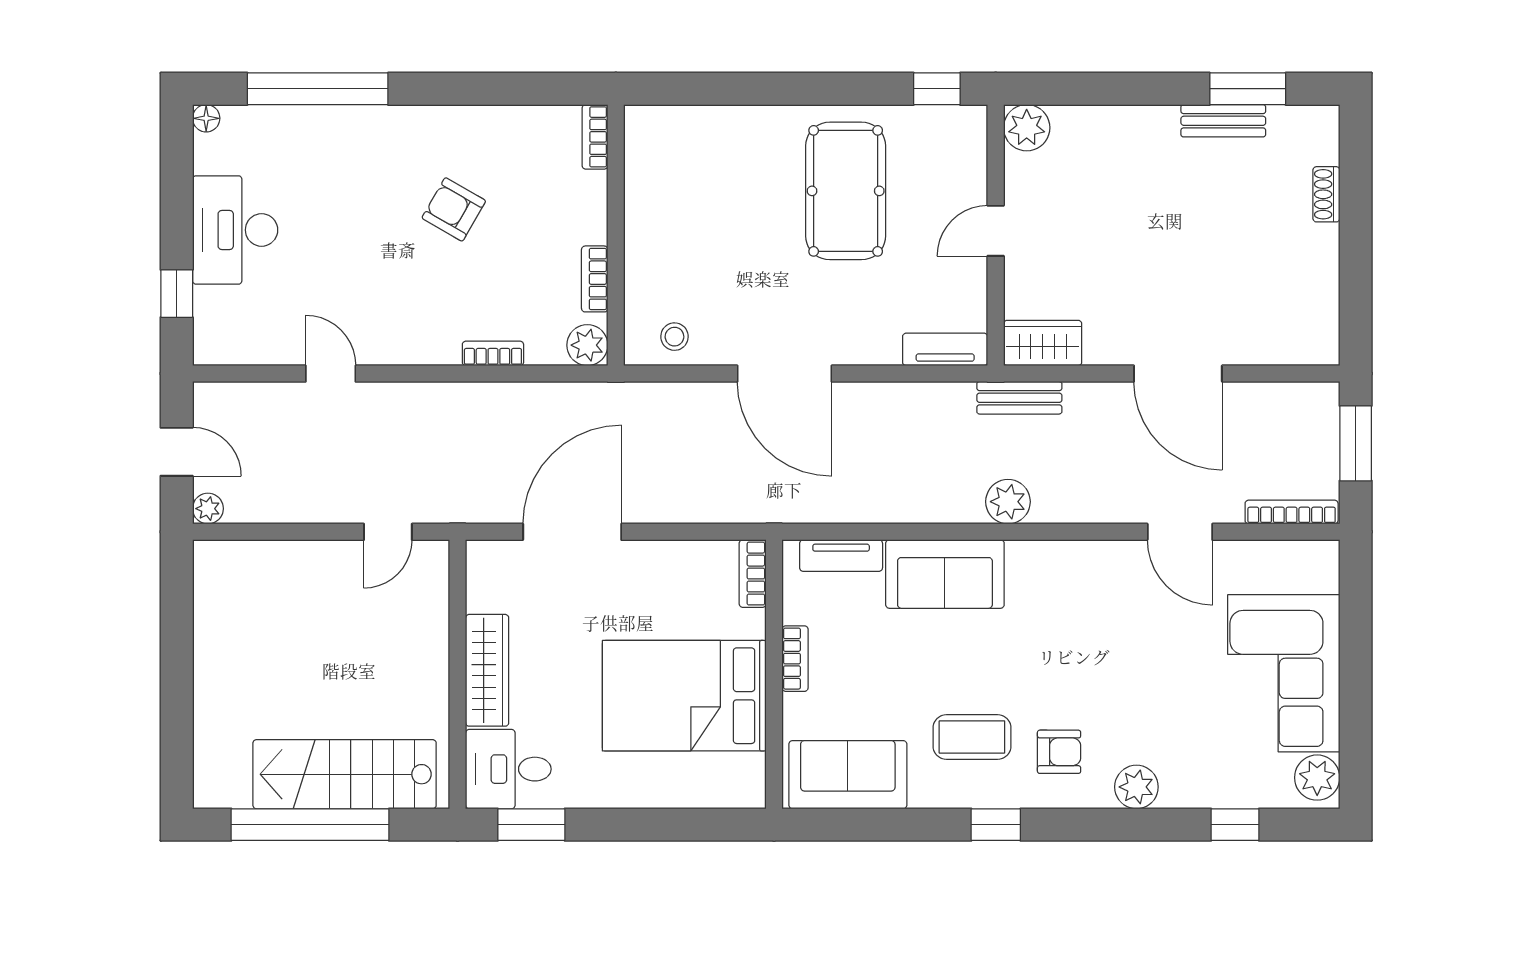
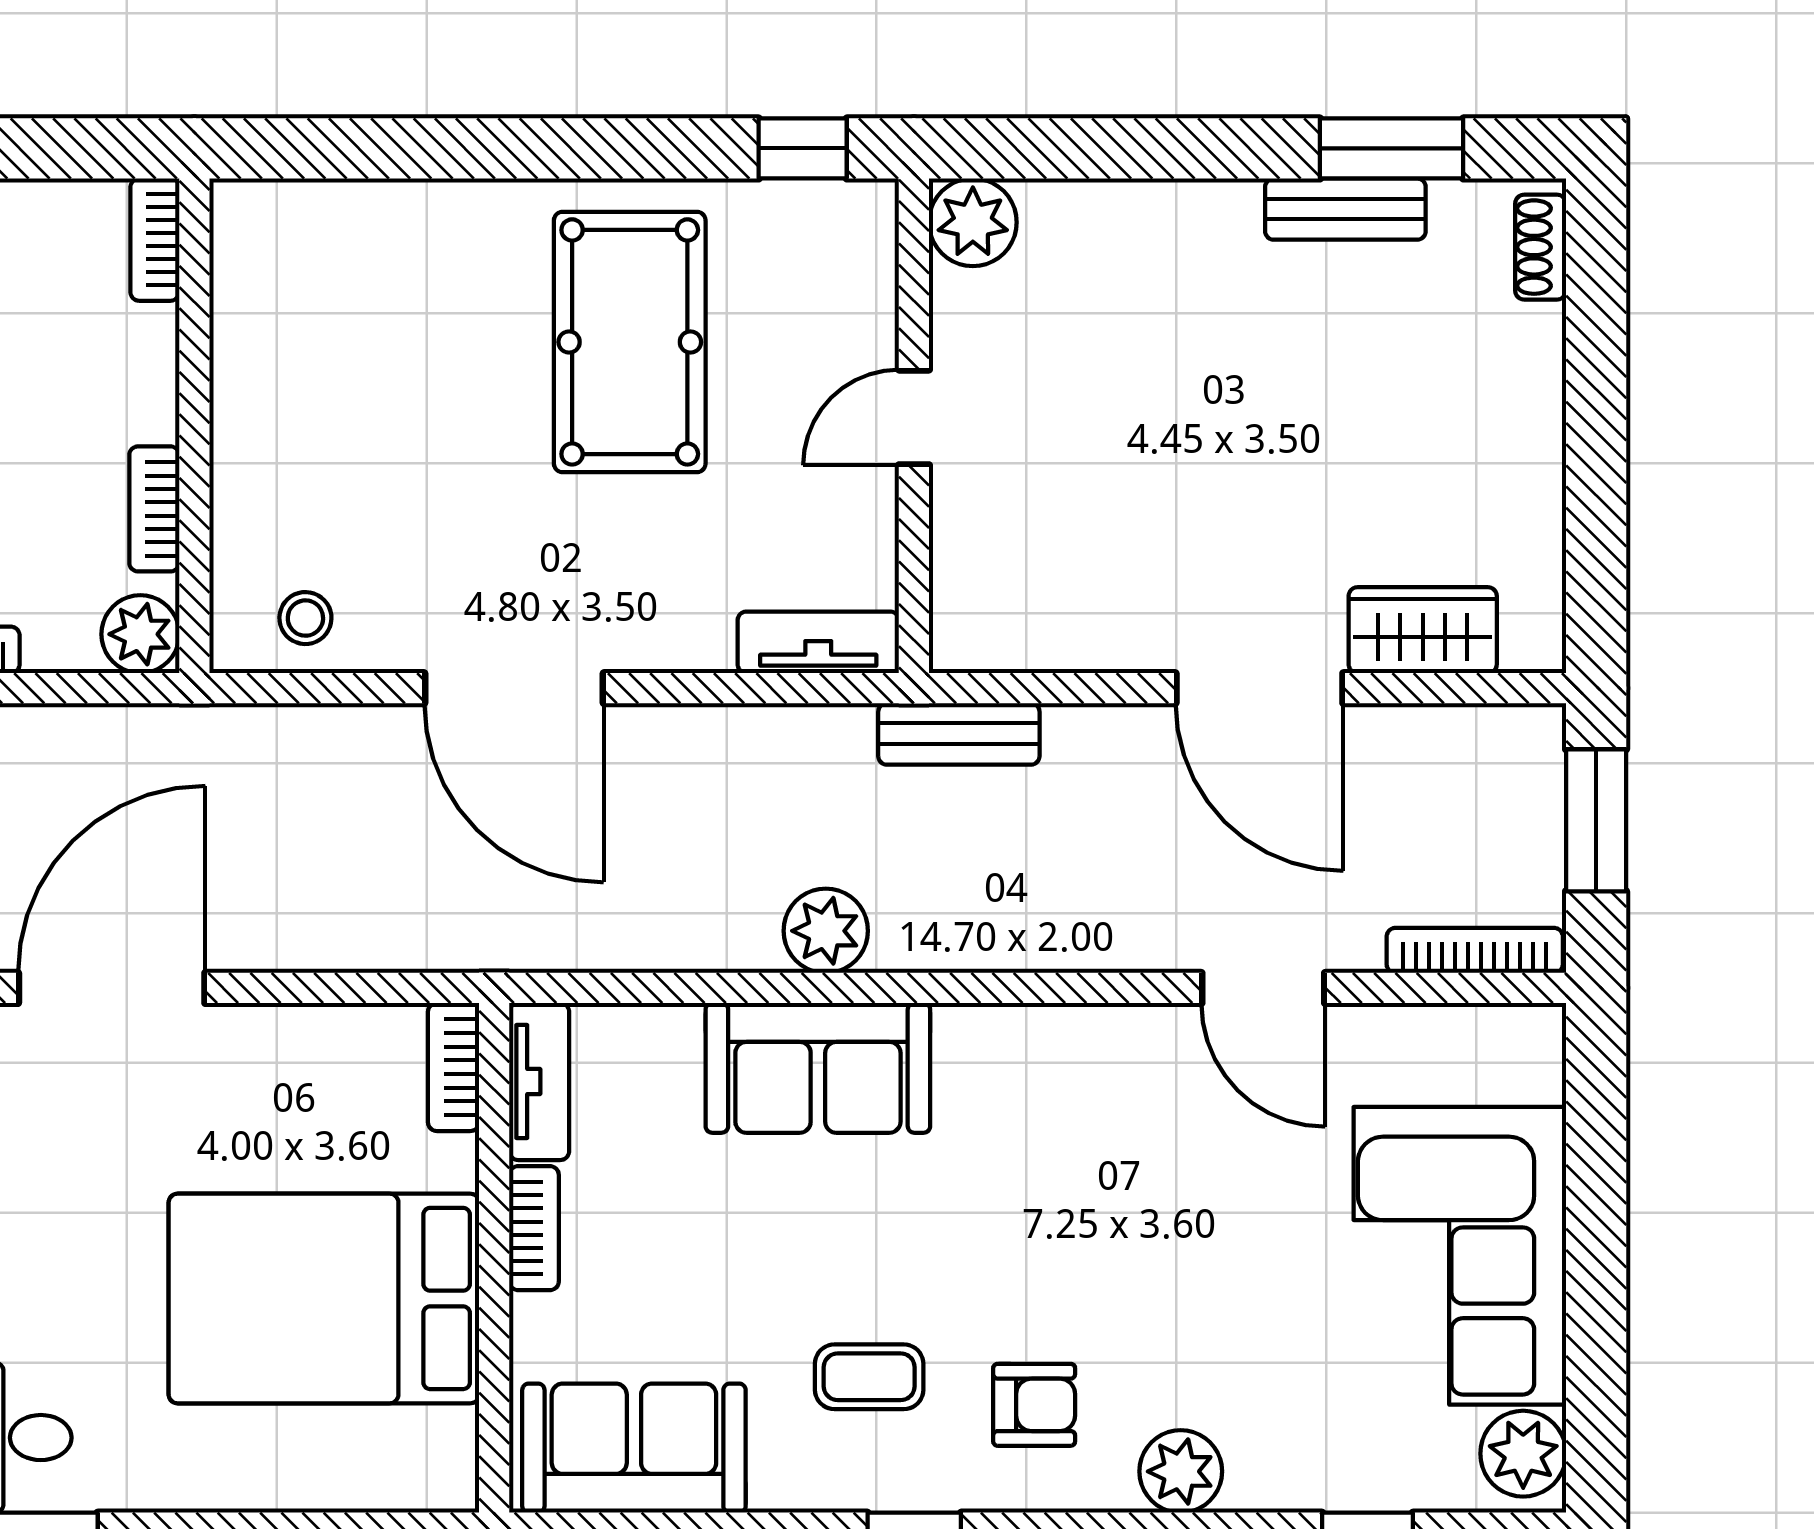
shoe rack: (1326, 194) -> (1541, 247), moved
wardrobe: (1043, 343) -> (1423, 630), moved
plant: (1008, 502) -> (826, 931), moved
tv unit: (841, 556) -> (539, 1082), moved, turned -90
coffee table: (972, 737) -> (869, 1377), width x0.73, depth x0.77

